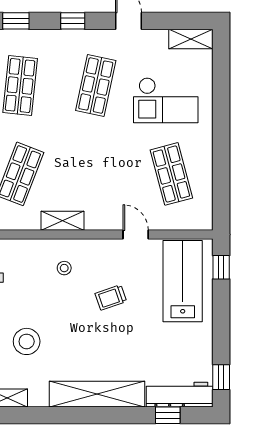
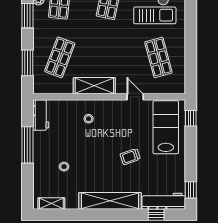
shelving: (62, 221) -> (94, 86), width x1.50, depth x1.33
trolley: (111, 297) -> (130, 157), moved
stool: (27, 341) -> (64, 167), width x0.53, depth x0.53

